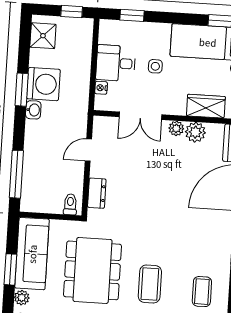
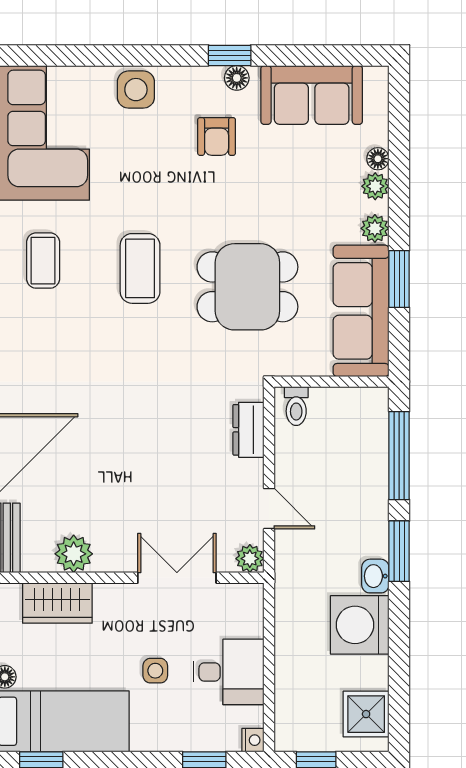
nightstand: (101, 88) -> (253, 740), moved
window: (22, 90) -> (399, 551), moved
plant: (176, 128) -> (250, 559), moved
door: (88, 150) -> (269, 509), hinge flipped
dining table: (92, 270) -> (247, 287), width x0.73

